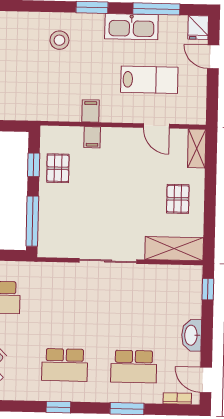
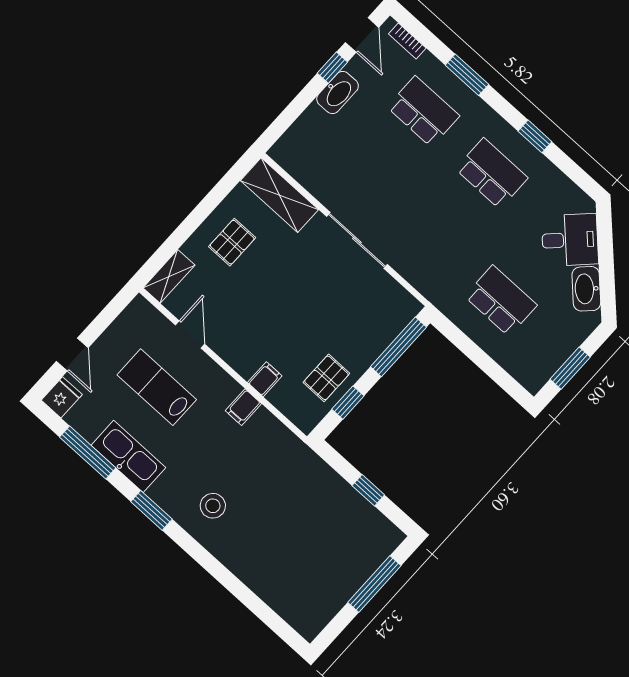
window: (208, 289) -> (332, 68), moved

